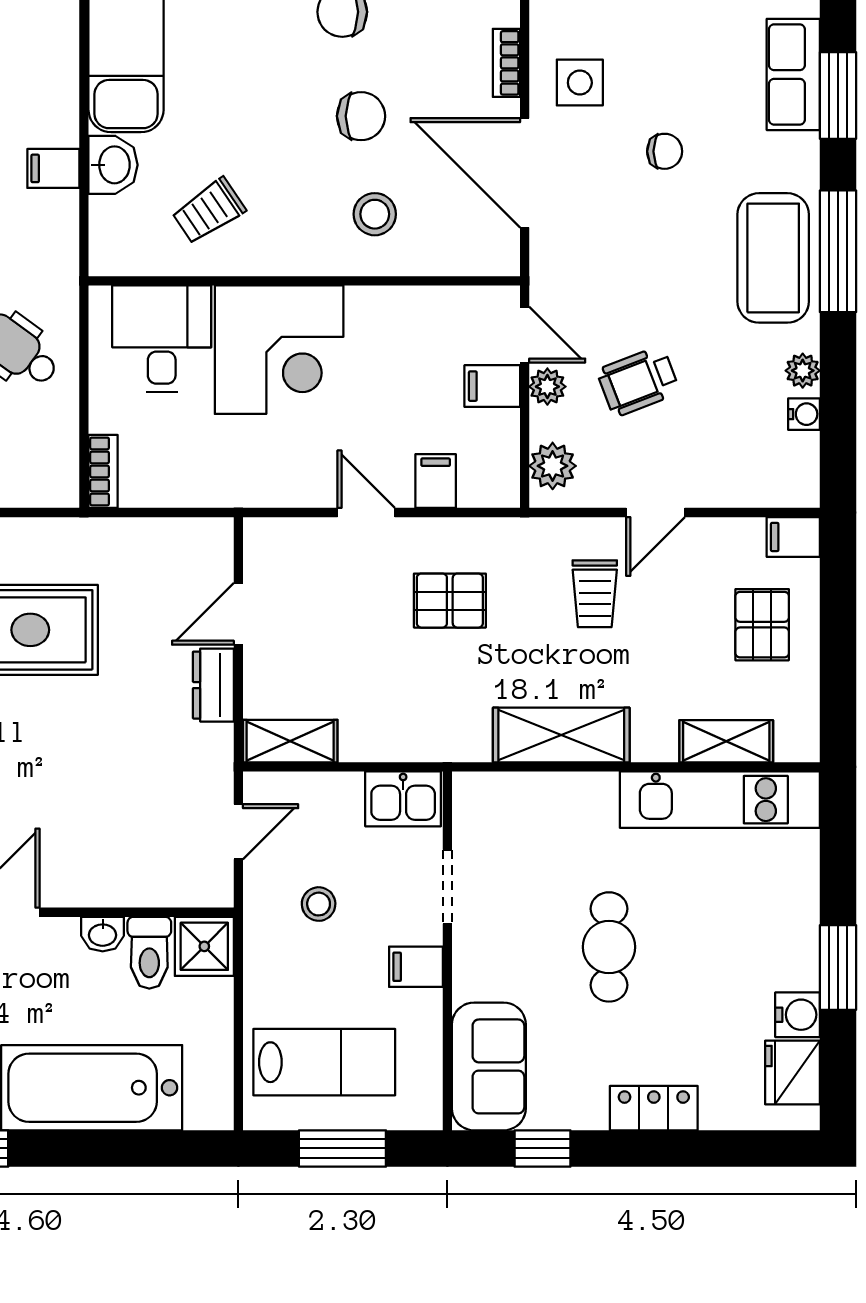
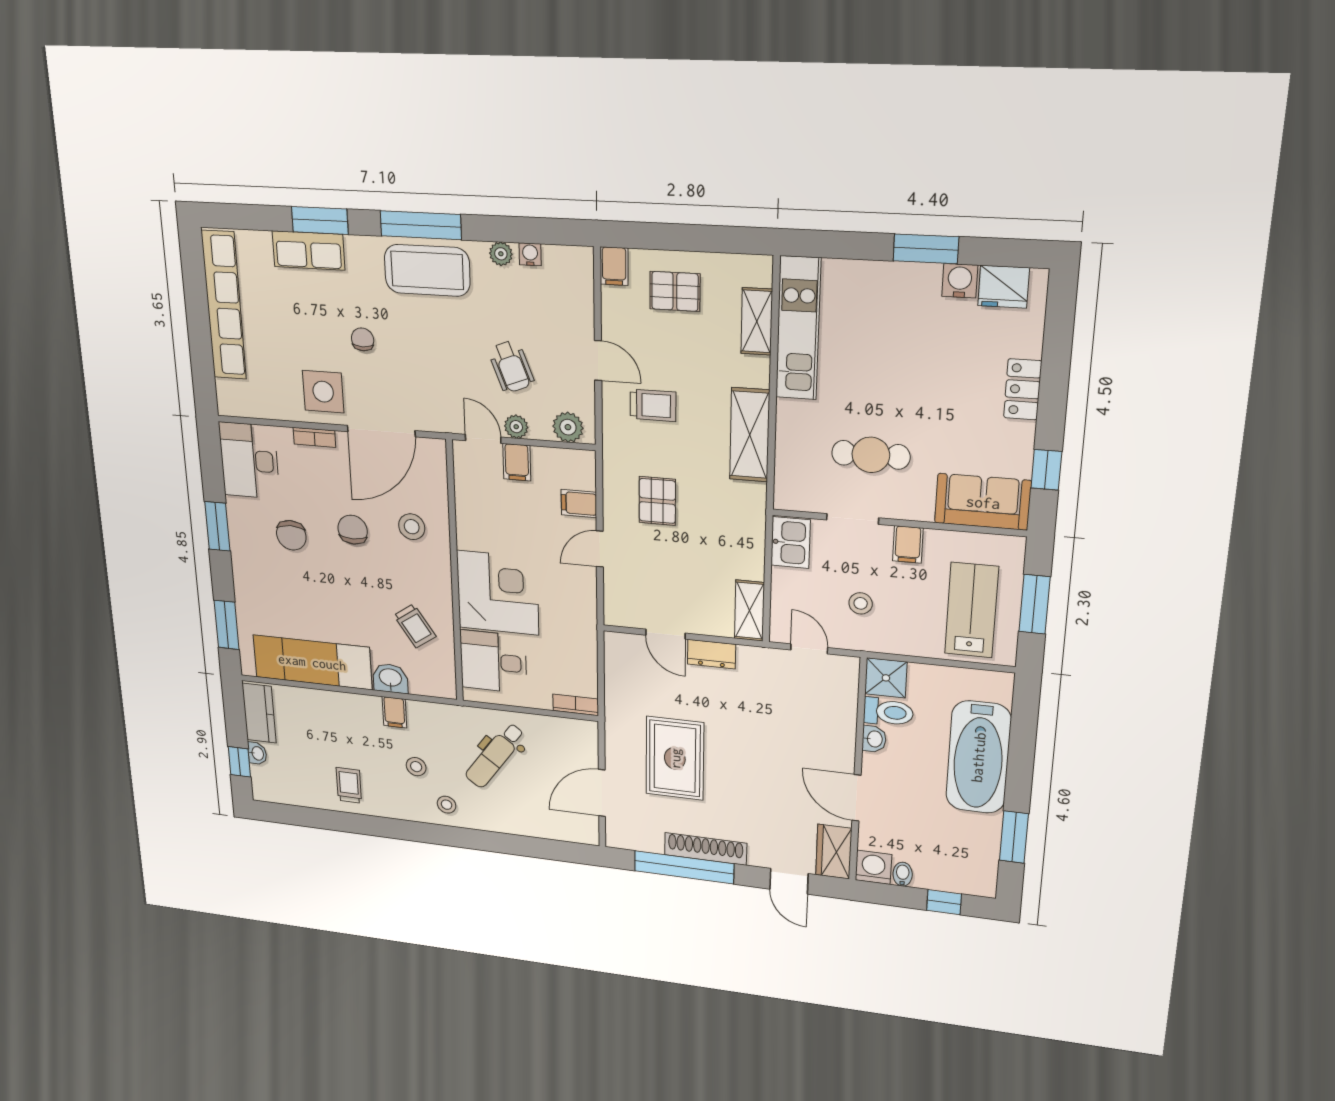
side table: (580, 83) -> (323, 392), width x1.37, depth x1.37
door: (525, 335) -> (483, 439), hinge flipped
cafe table: (609, 947) -> (871, 455), moved

